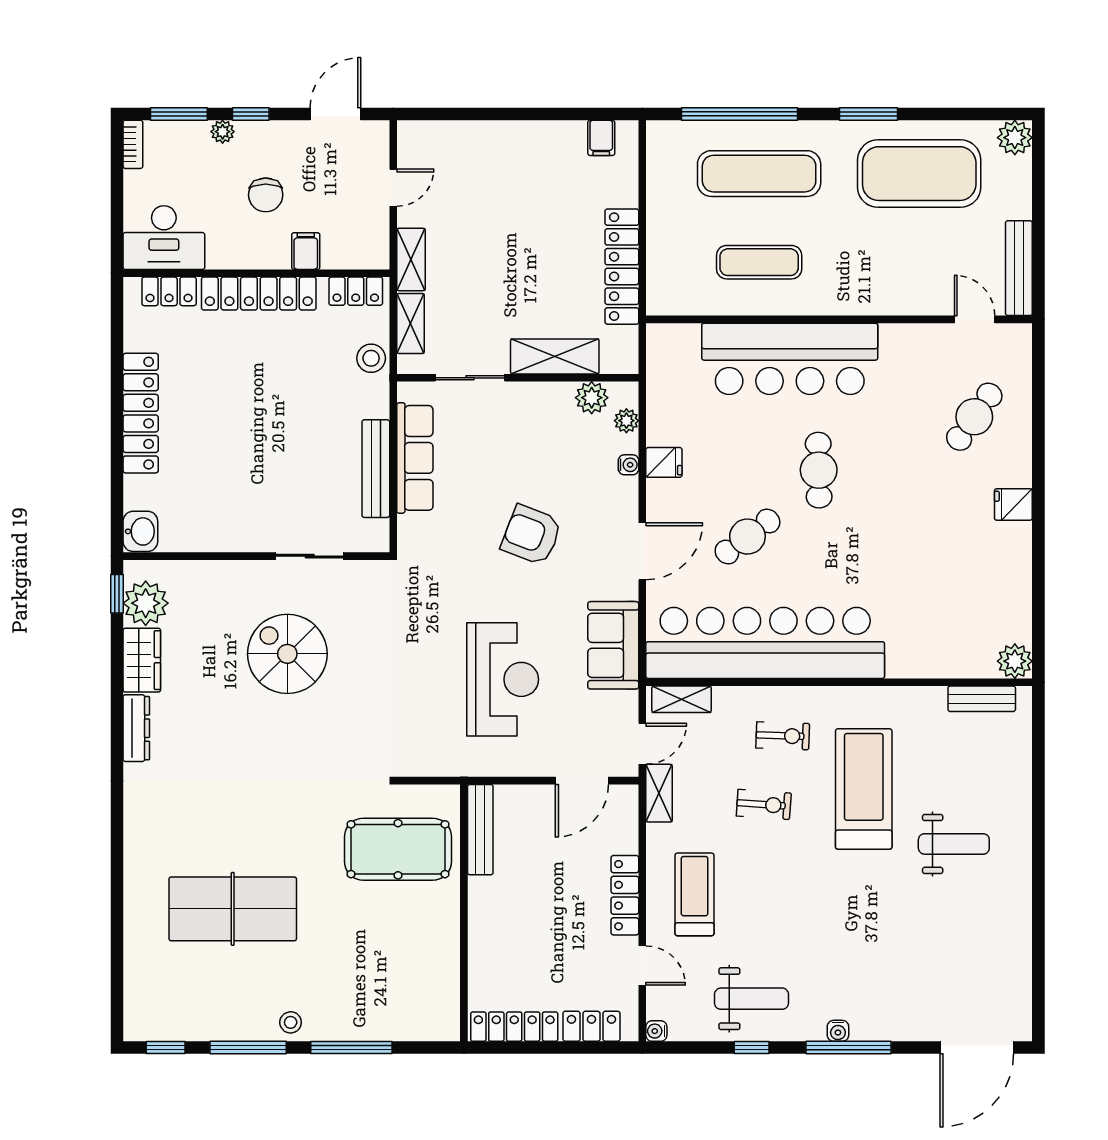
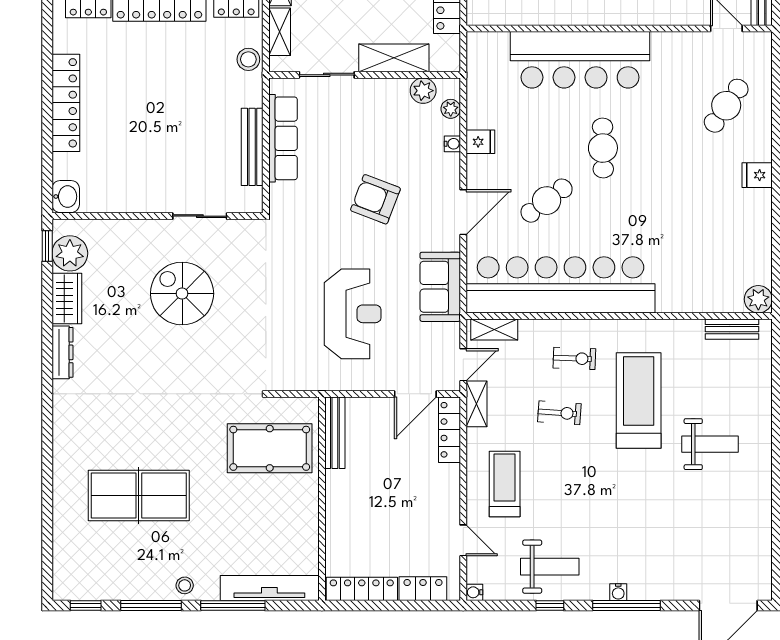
locker: (625, 895) -> (449, 430), moved
tv unit: (398, 1026) -> (269, 588), added

